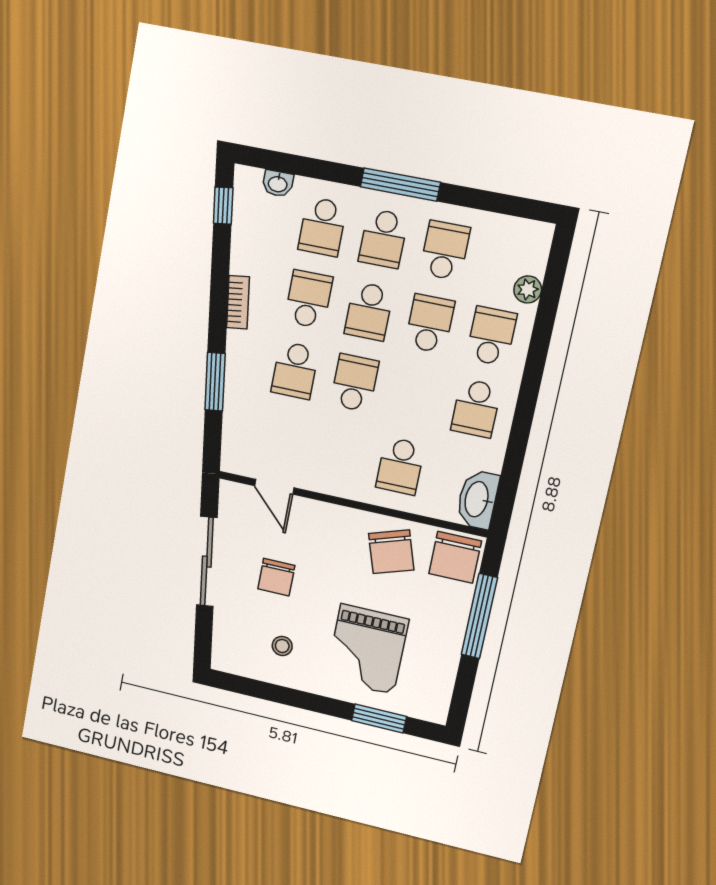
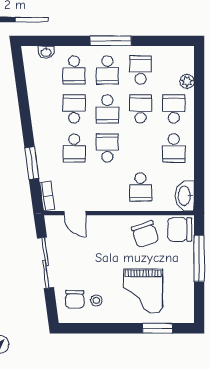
window: (223, 206) -> (19, 69), removed
bookcase: (238, 302) -> (47, 196), moved
chair: (455, 557) -> (180, 229), turned 90
chair: (276, 577) -> (75, 299), moved

